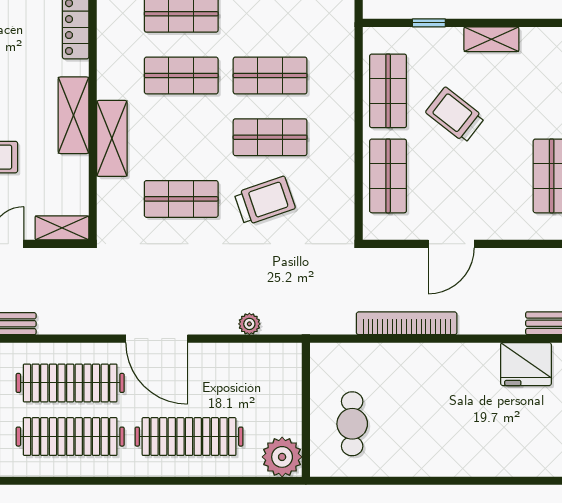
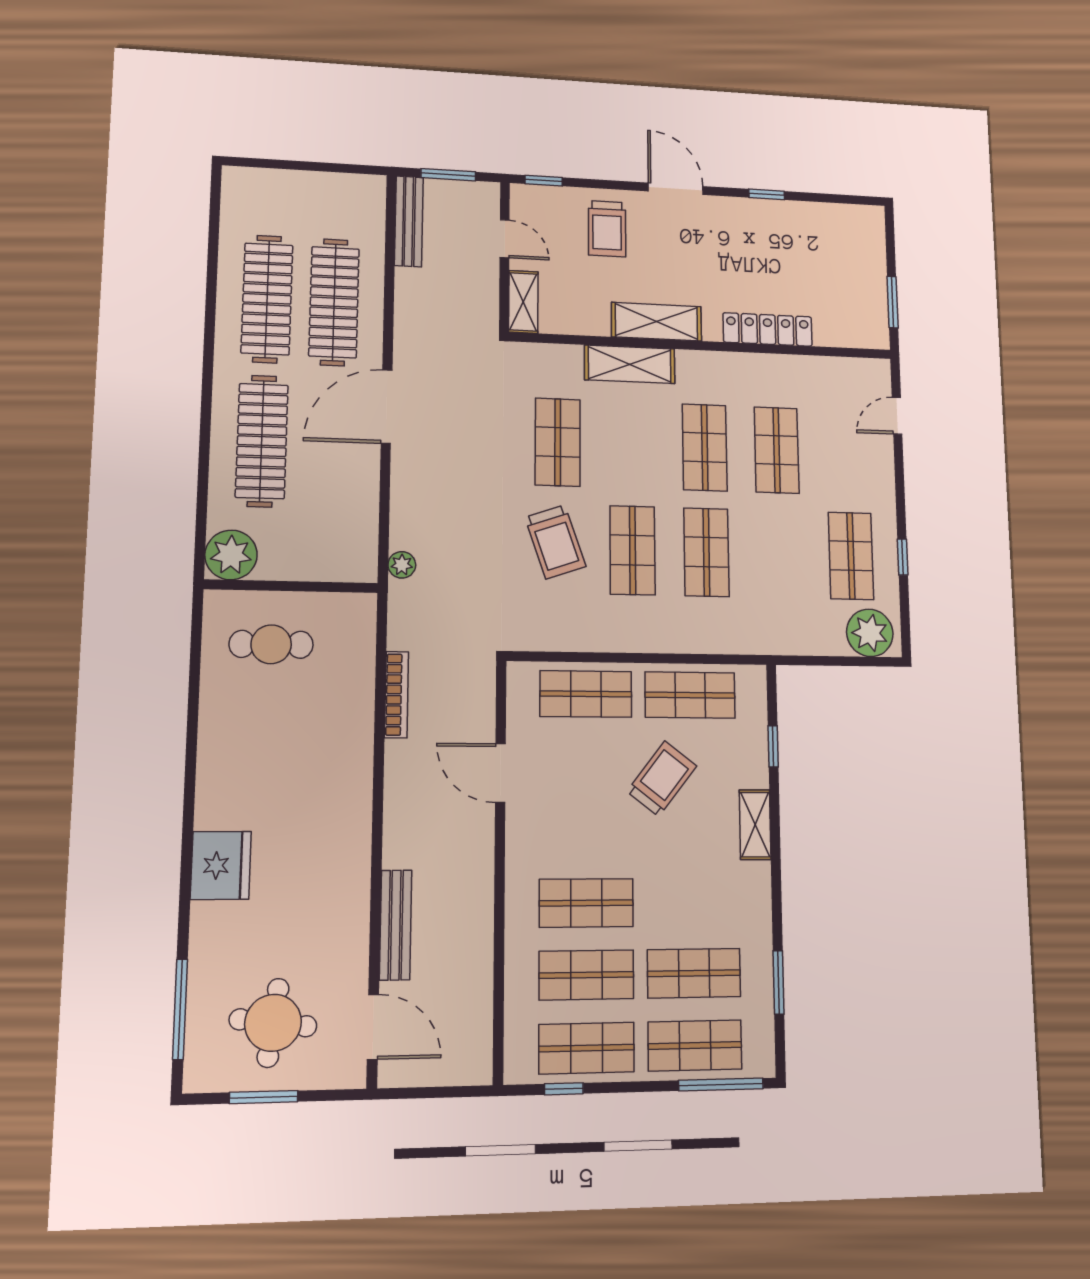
bookcase: (407, 323) -> (397, 695), width x0.68, depth x0.76
plant: (249, 324) -> (402, 565), moved
fridge: (526, 364) -> (221, 865), moved, turned 180

